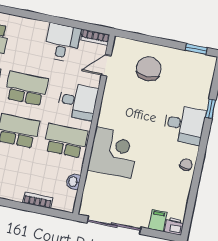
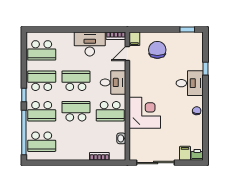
desk: (62, 42) -> (90, 44), width x1.37
filing cabinet: (120, 47) -> (134, 39), added
school desk: (66, 141) -> (110, 111), turned 180

